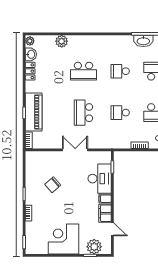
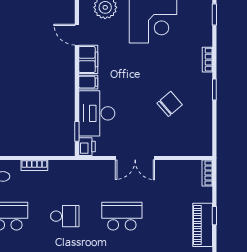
piano: (34, 112) -> (203, 225), width x0.73, depth x0.75
school desk: (83, 113) -> (122, 216), turned -90
printer: (106, 157) -> (87, 147), added

